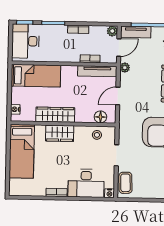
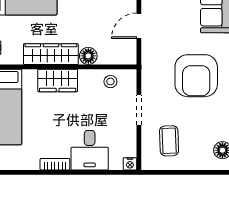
floor lamp: (100, 117) -> (88, 56), moved
desk: (86, 183) -> (90, 150), width x0.73
coffee table: (125, 183) -> (169, 141), moved

